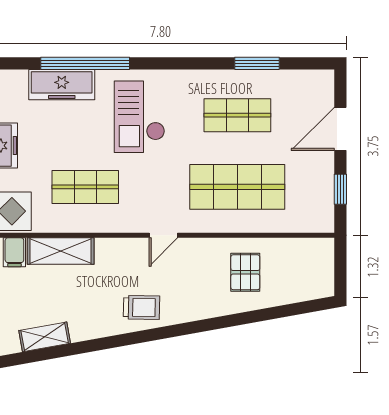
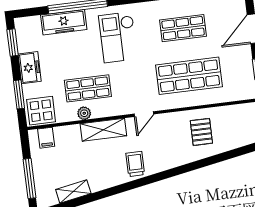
plant: (75, 223) -> (84, 113), added
shelving: (61, 251) -> (103, 130), moved
trolley: (141, 307) -> (135, 164), turned -91

